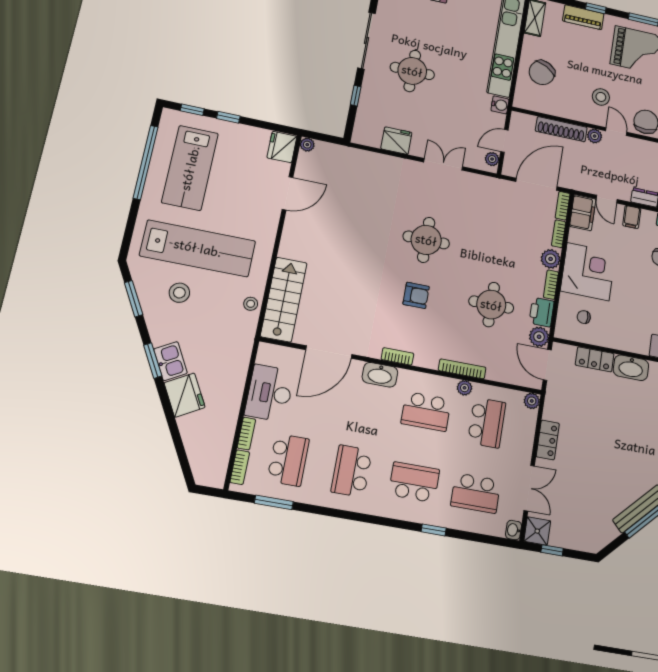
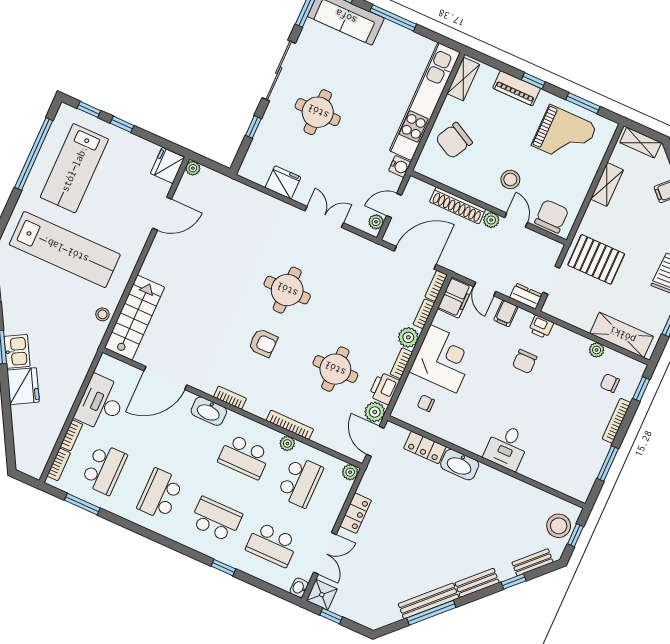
stool: (179, 293) -> (39, 289), removed

